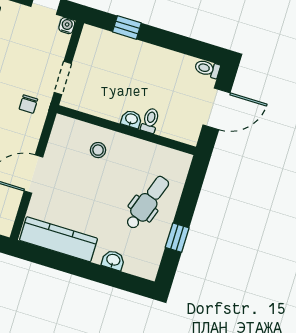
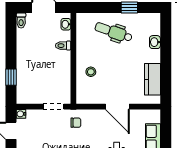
washbasin: (131, 119) -> (66, 24), moved
kitchen counter: (58, 239) -> (152, 79), width x0.67

